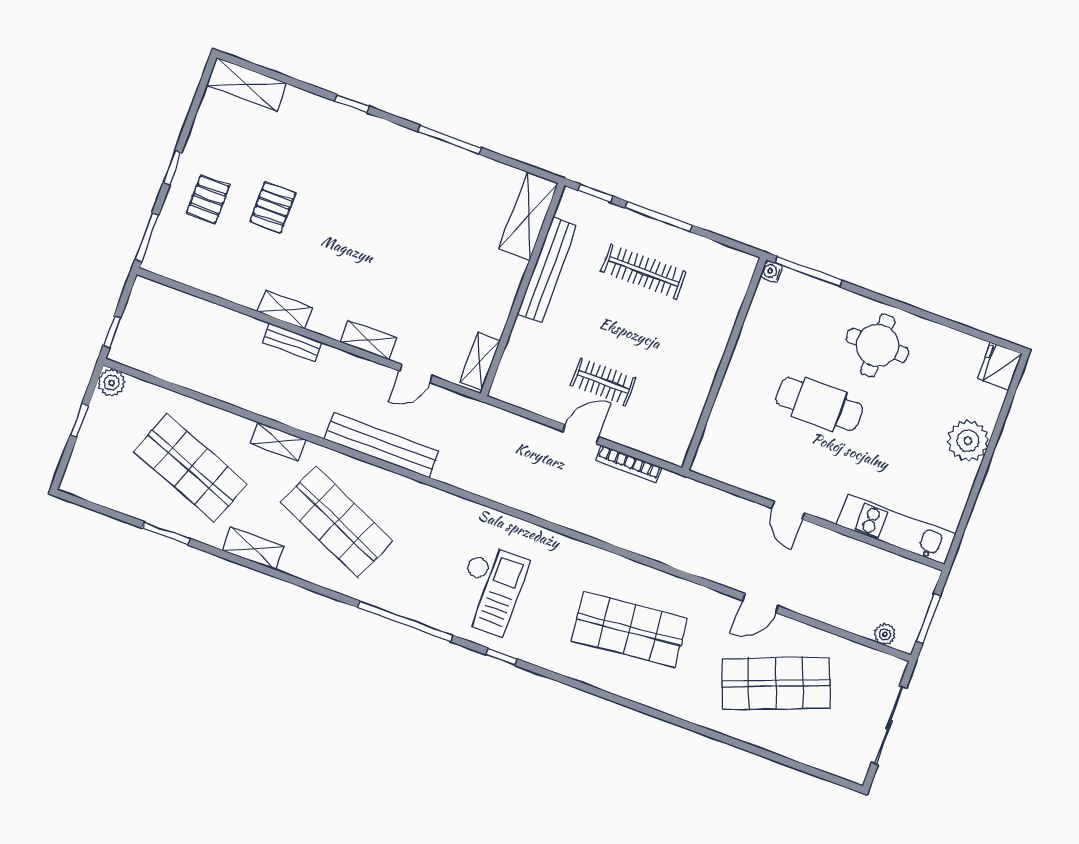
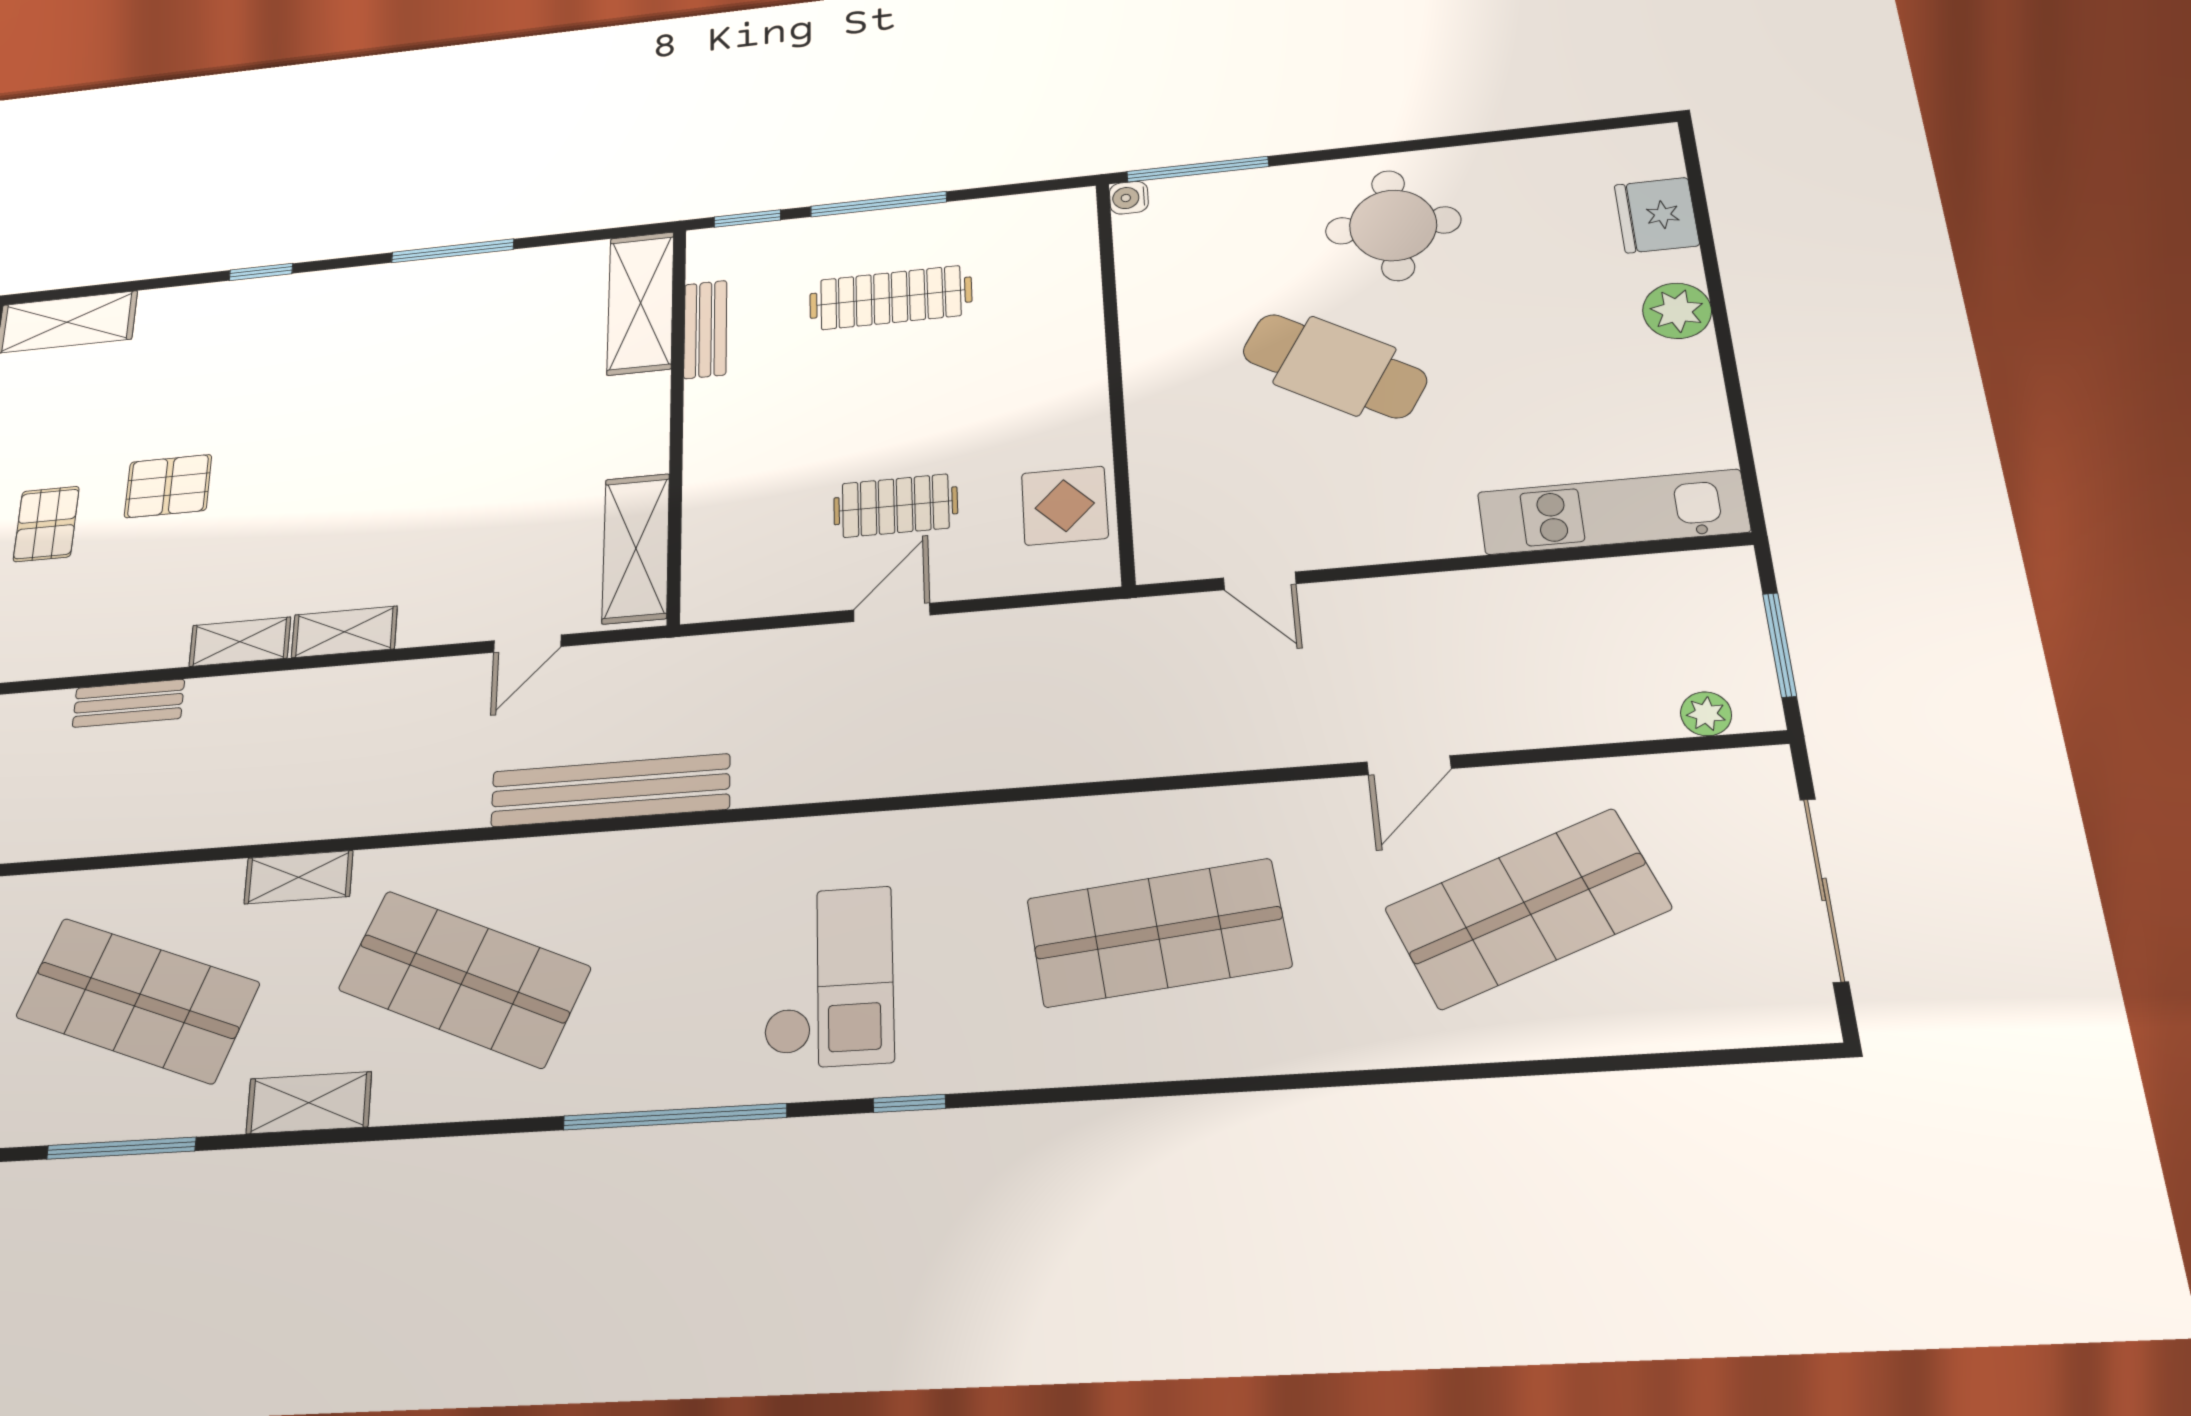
pallet: (273, 207) -> (168, 486), turned 90
bench: (547, 269) -> (705, 329), width x0.54, depth x0.82
shelving: (368, 340) -> (344, 632), moved
bench: (292, 342) -> (128, 703), moved
shelving: (480, 362) -> (636, 548), width x1.50, depth x1.33
fridge: (1000, 366) -> (1657, 215), moved
cafe table: (819, 404) -> (1334, 366), turned 31
display table: (675, 417) -> (1065, 506), added
plant: (968, 441) -> (1677, 311), width x0.73, depth x0.73
bench: (382, 445) -> (610, 790), moved
bookcase: (629, 464) -> (1011, 624), removed
door: (788, 510) -> (1260, 581), moved
window: (166, 533) -> (121, 1148), width x1.44

